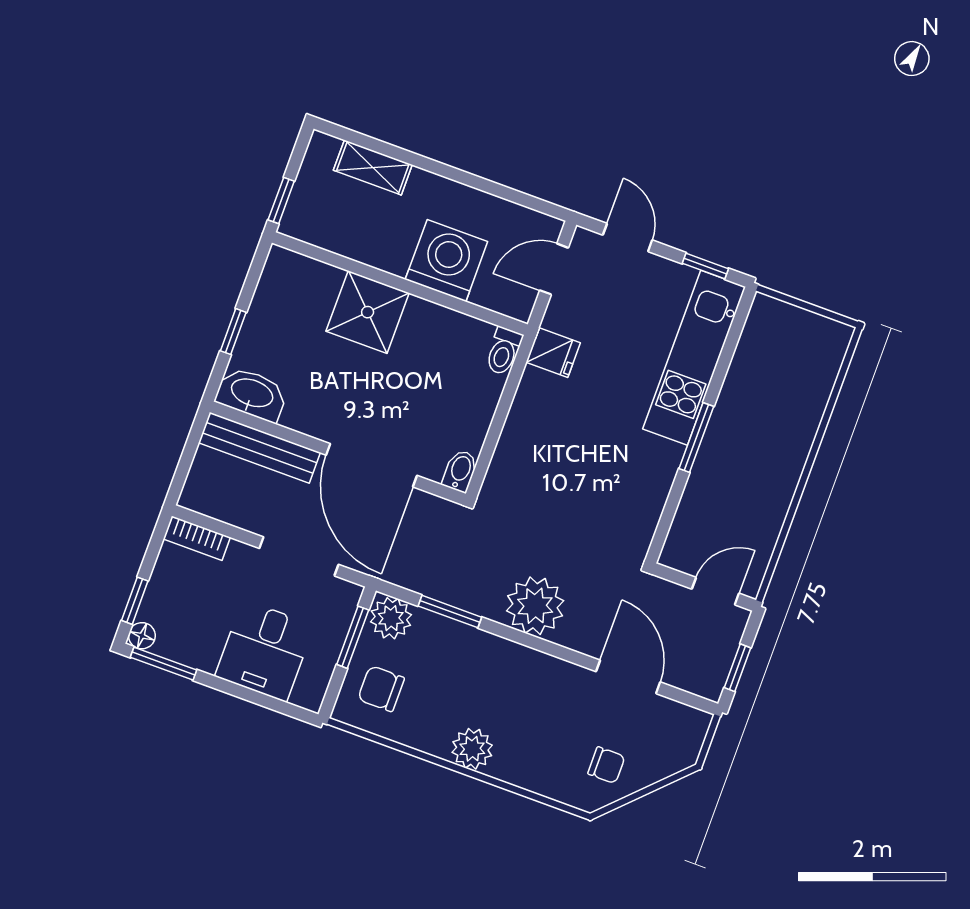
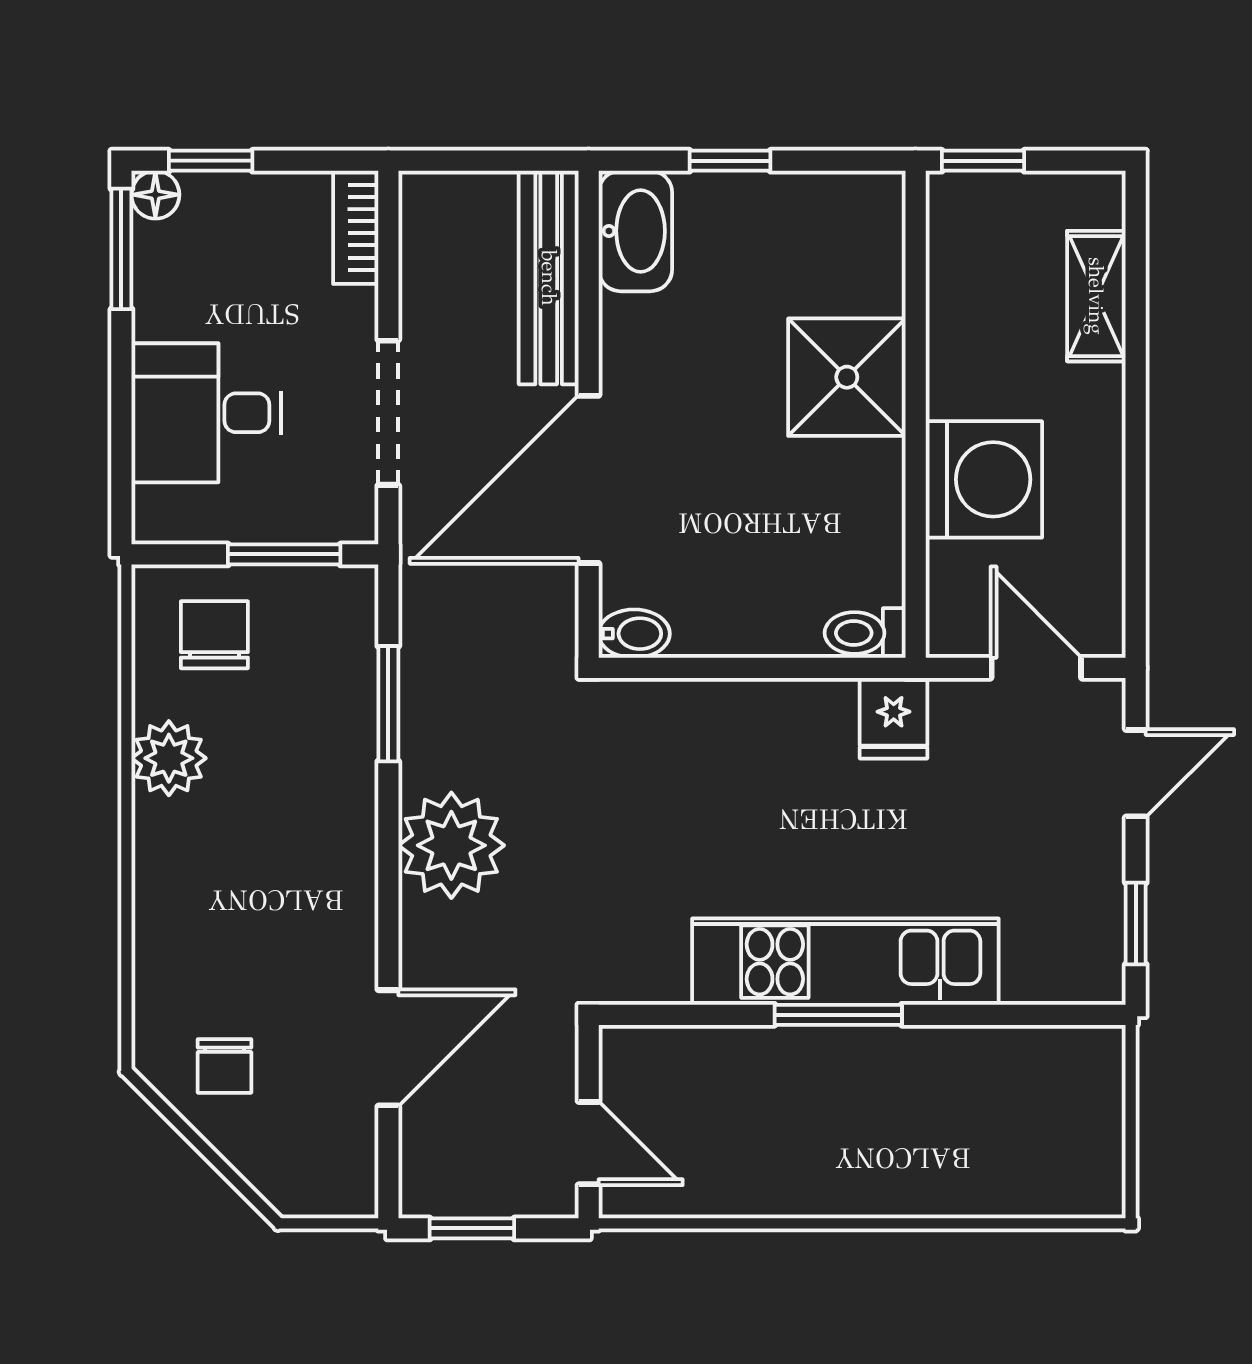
kitchen unit: (694, 358) -> (845, 962), moved
plant: (391, 618) -> (340, 608), removed
plant: (472, 749) -> (169, 758), moved

